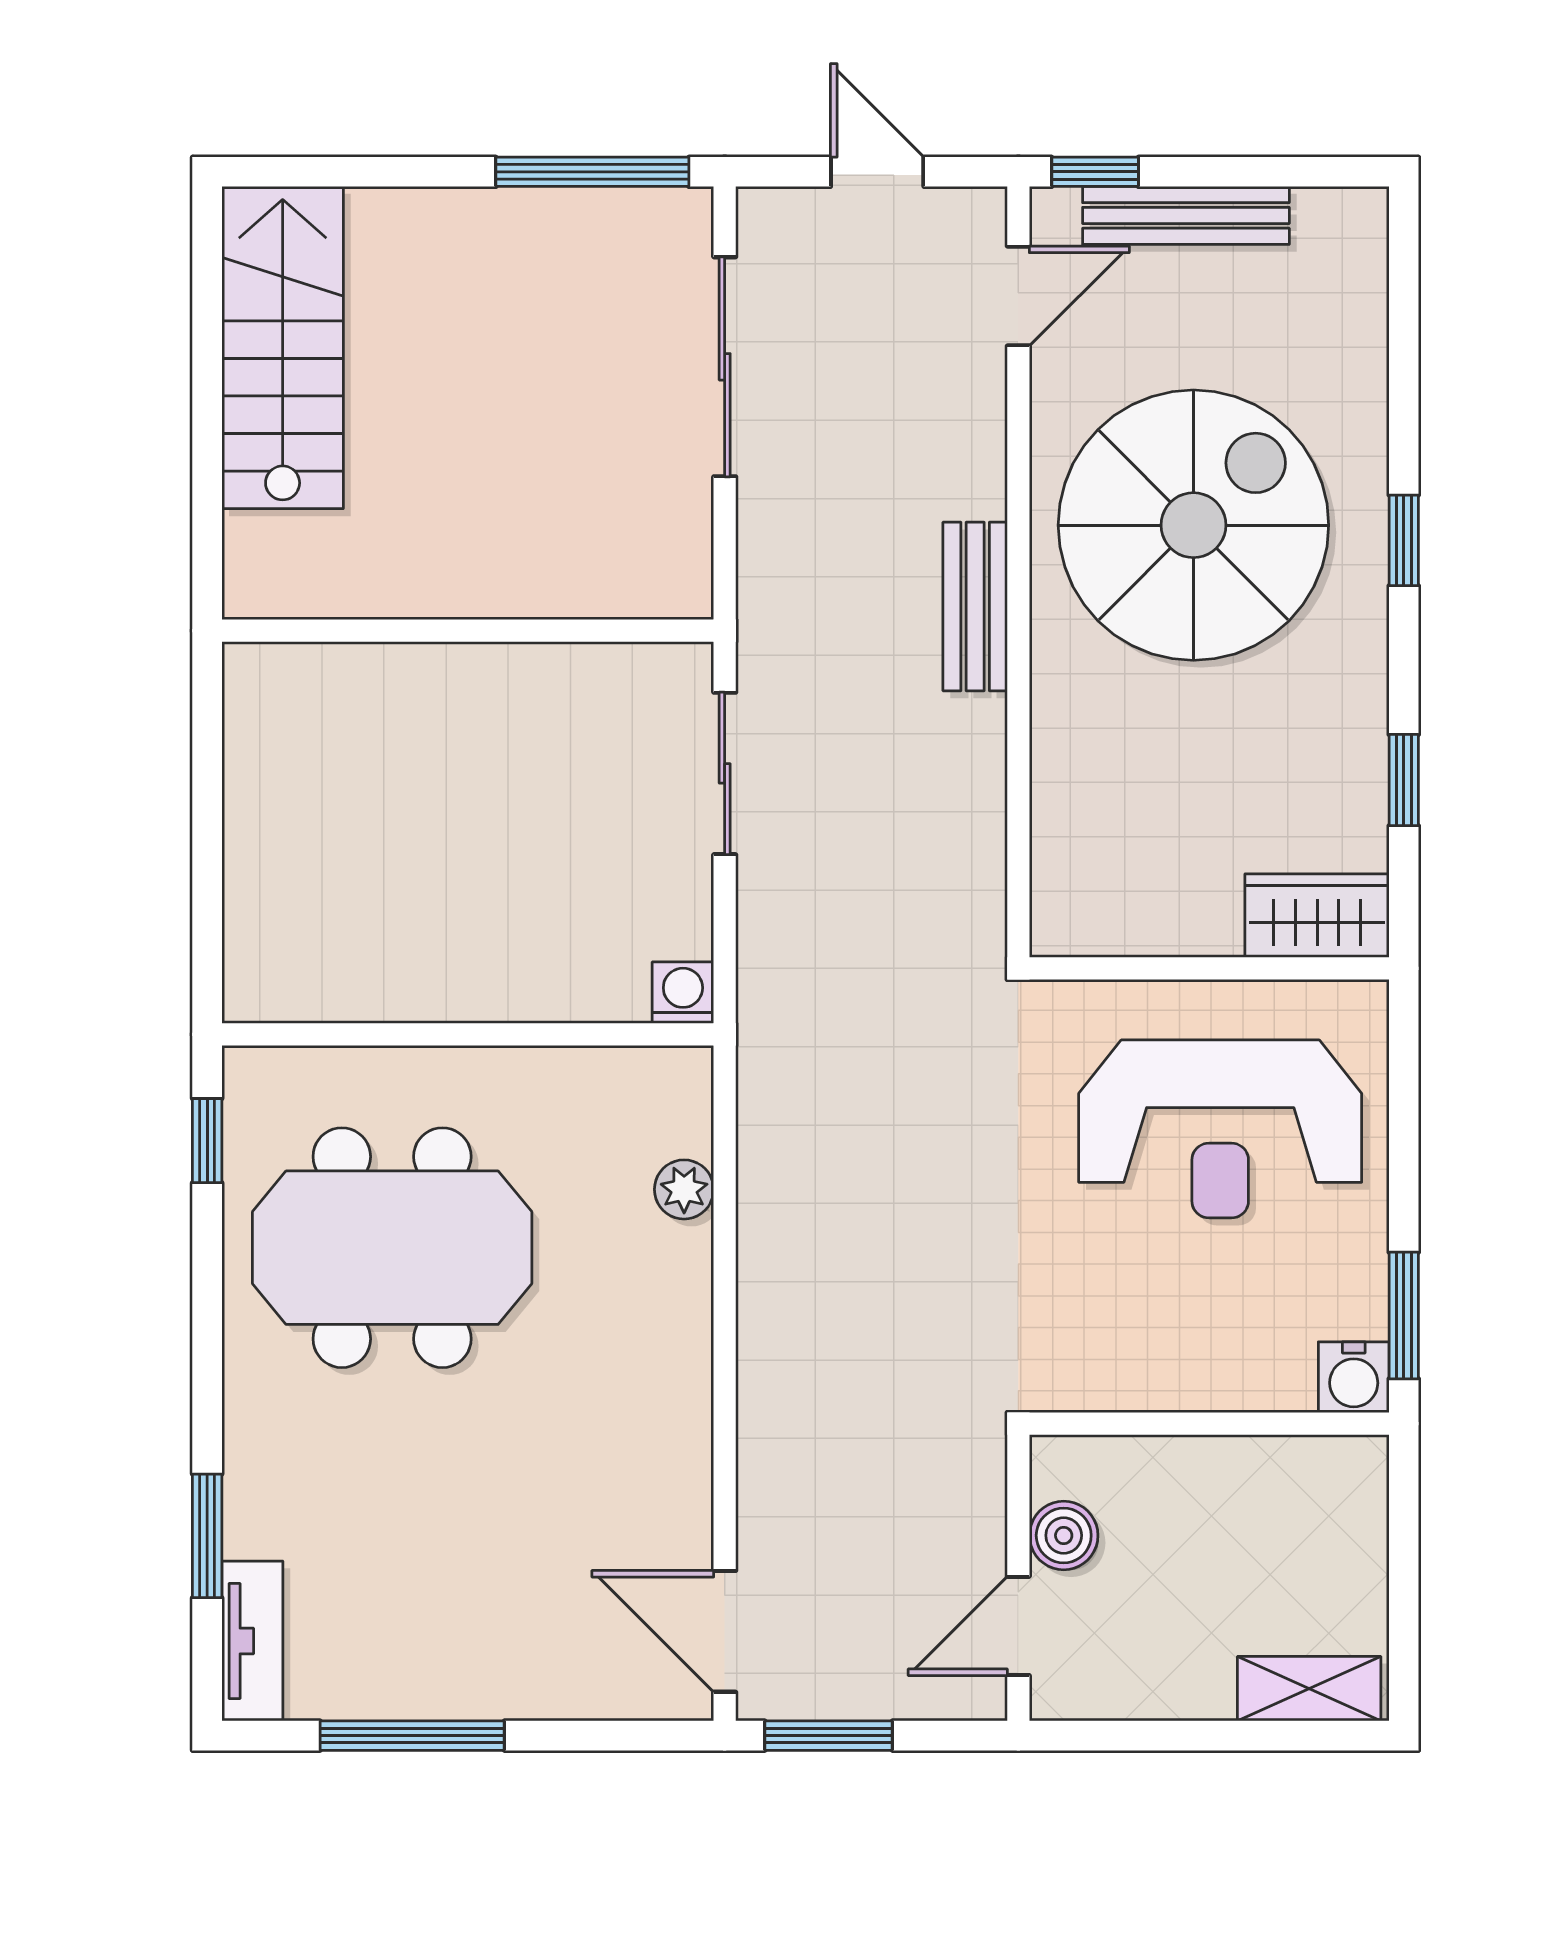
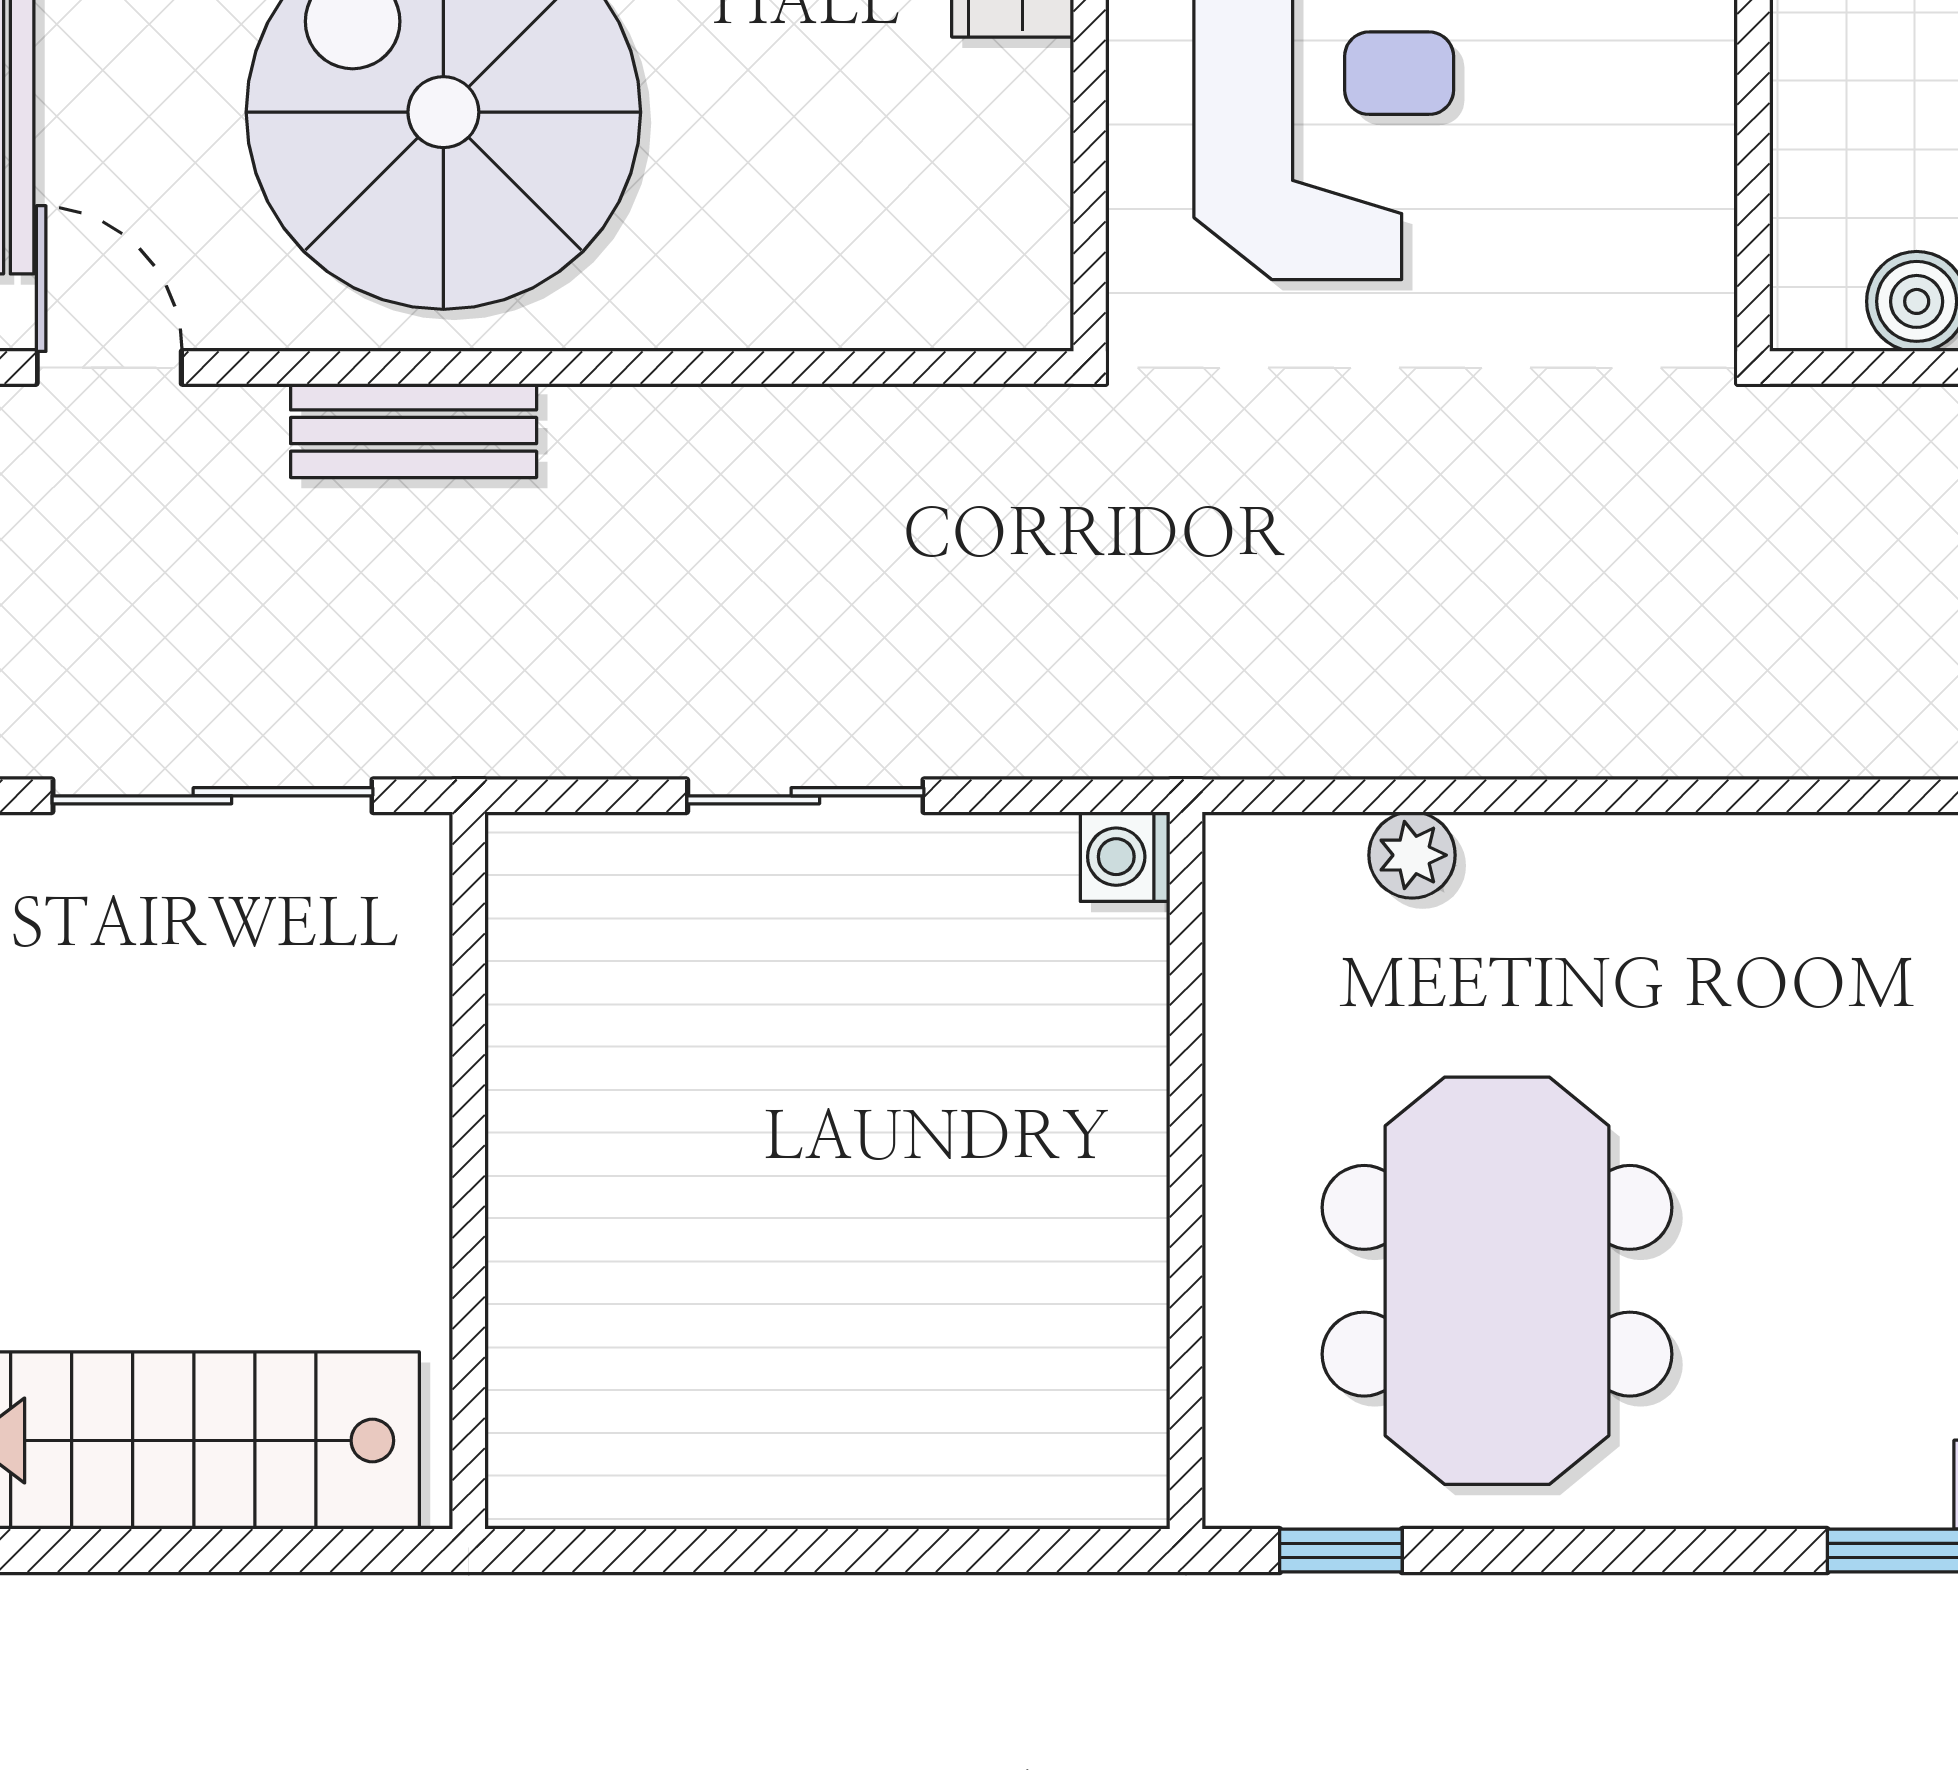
bench: (975, 606) -> (414, 431), moved
wall: (468, 631) -> (469, 1170), moved

